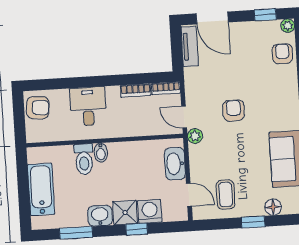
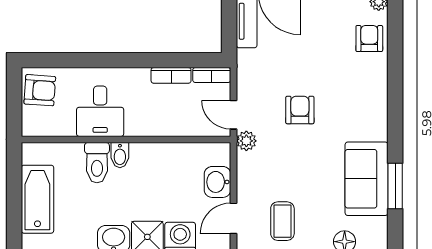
desk: (88, 106) -> (100, 111), moved, turned 180
washbasin: (175, 164) -> (217, 182), width x0.72
door: (189, 195) -> (234, 218), swing flipped

